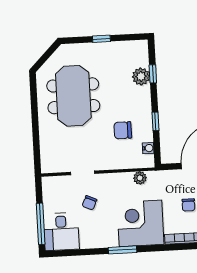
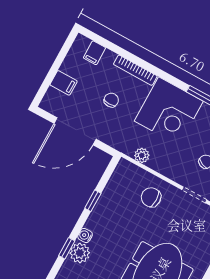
chair: (123, 130) -> (151, 197), moved, turned 180
water cooler: (148, 148) -> (85, 236), moved

